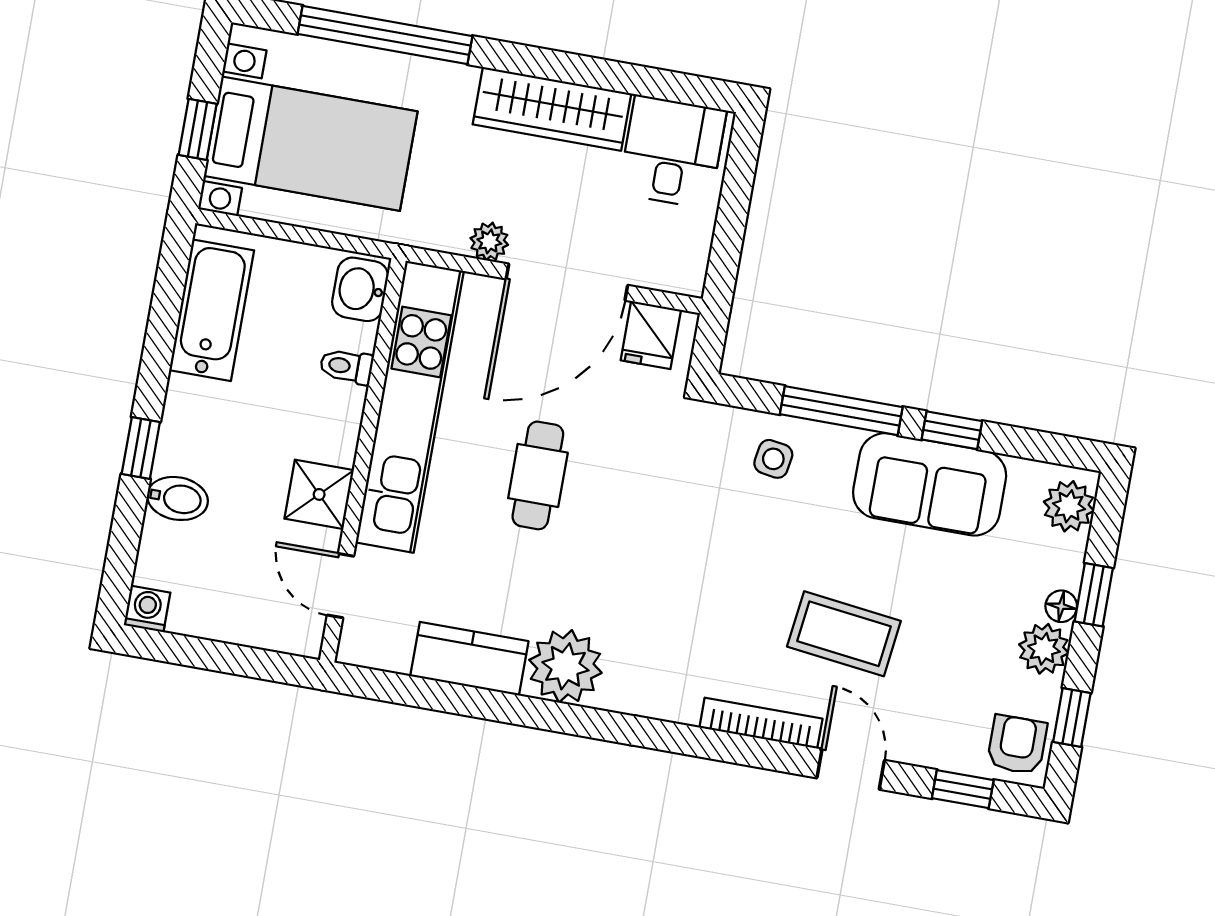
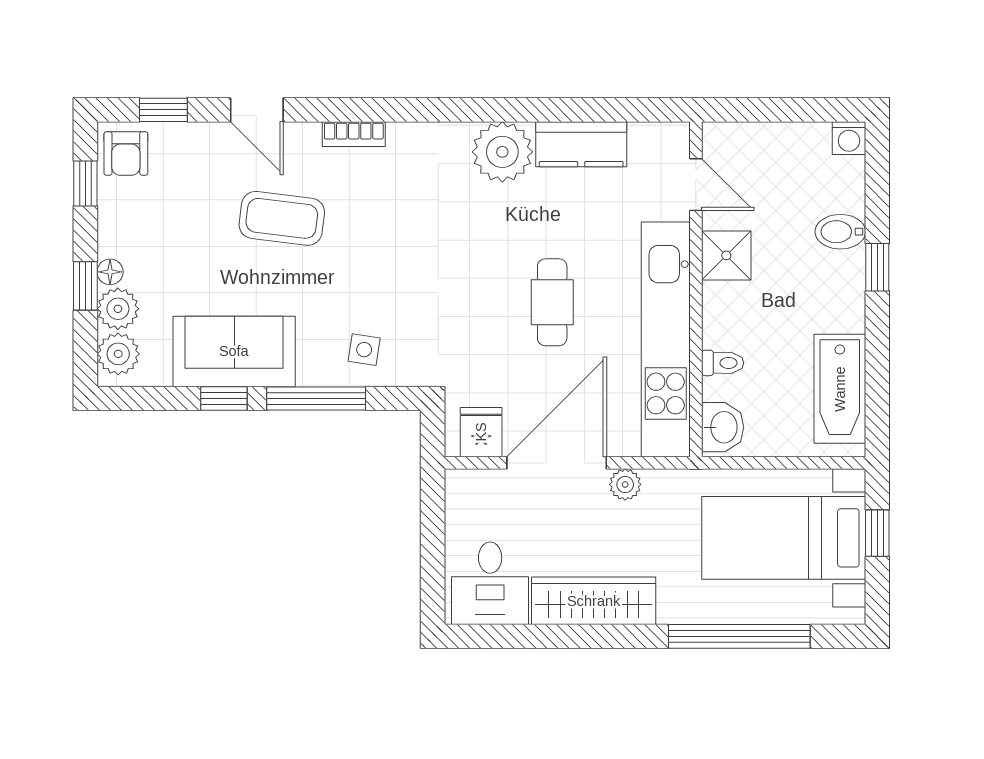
plant: (1044, 649) -> (118, 309), moved
bookcase: (761, 723) -> (354, 134), width x0.64

